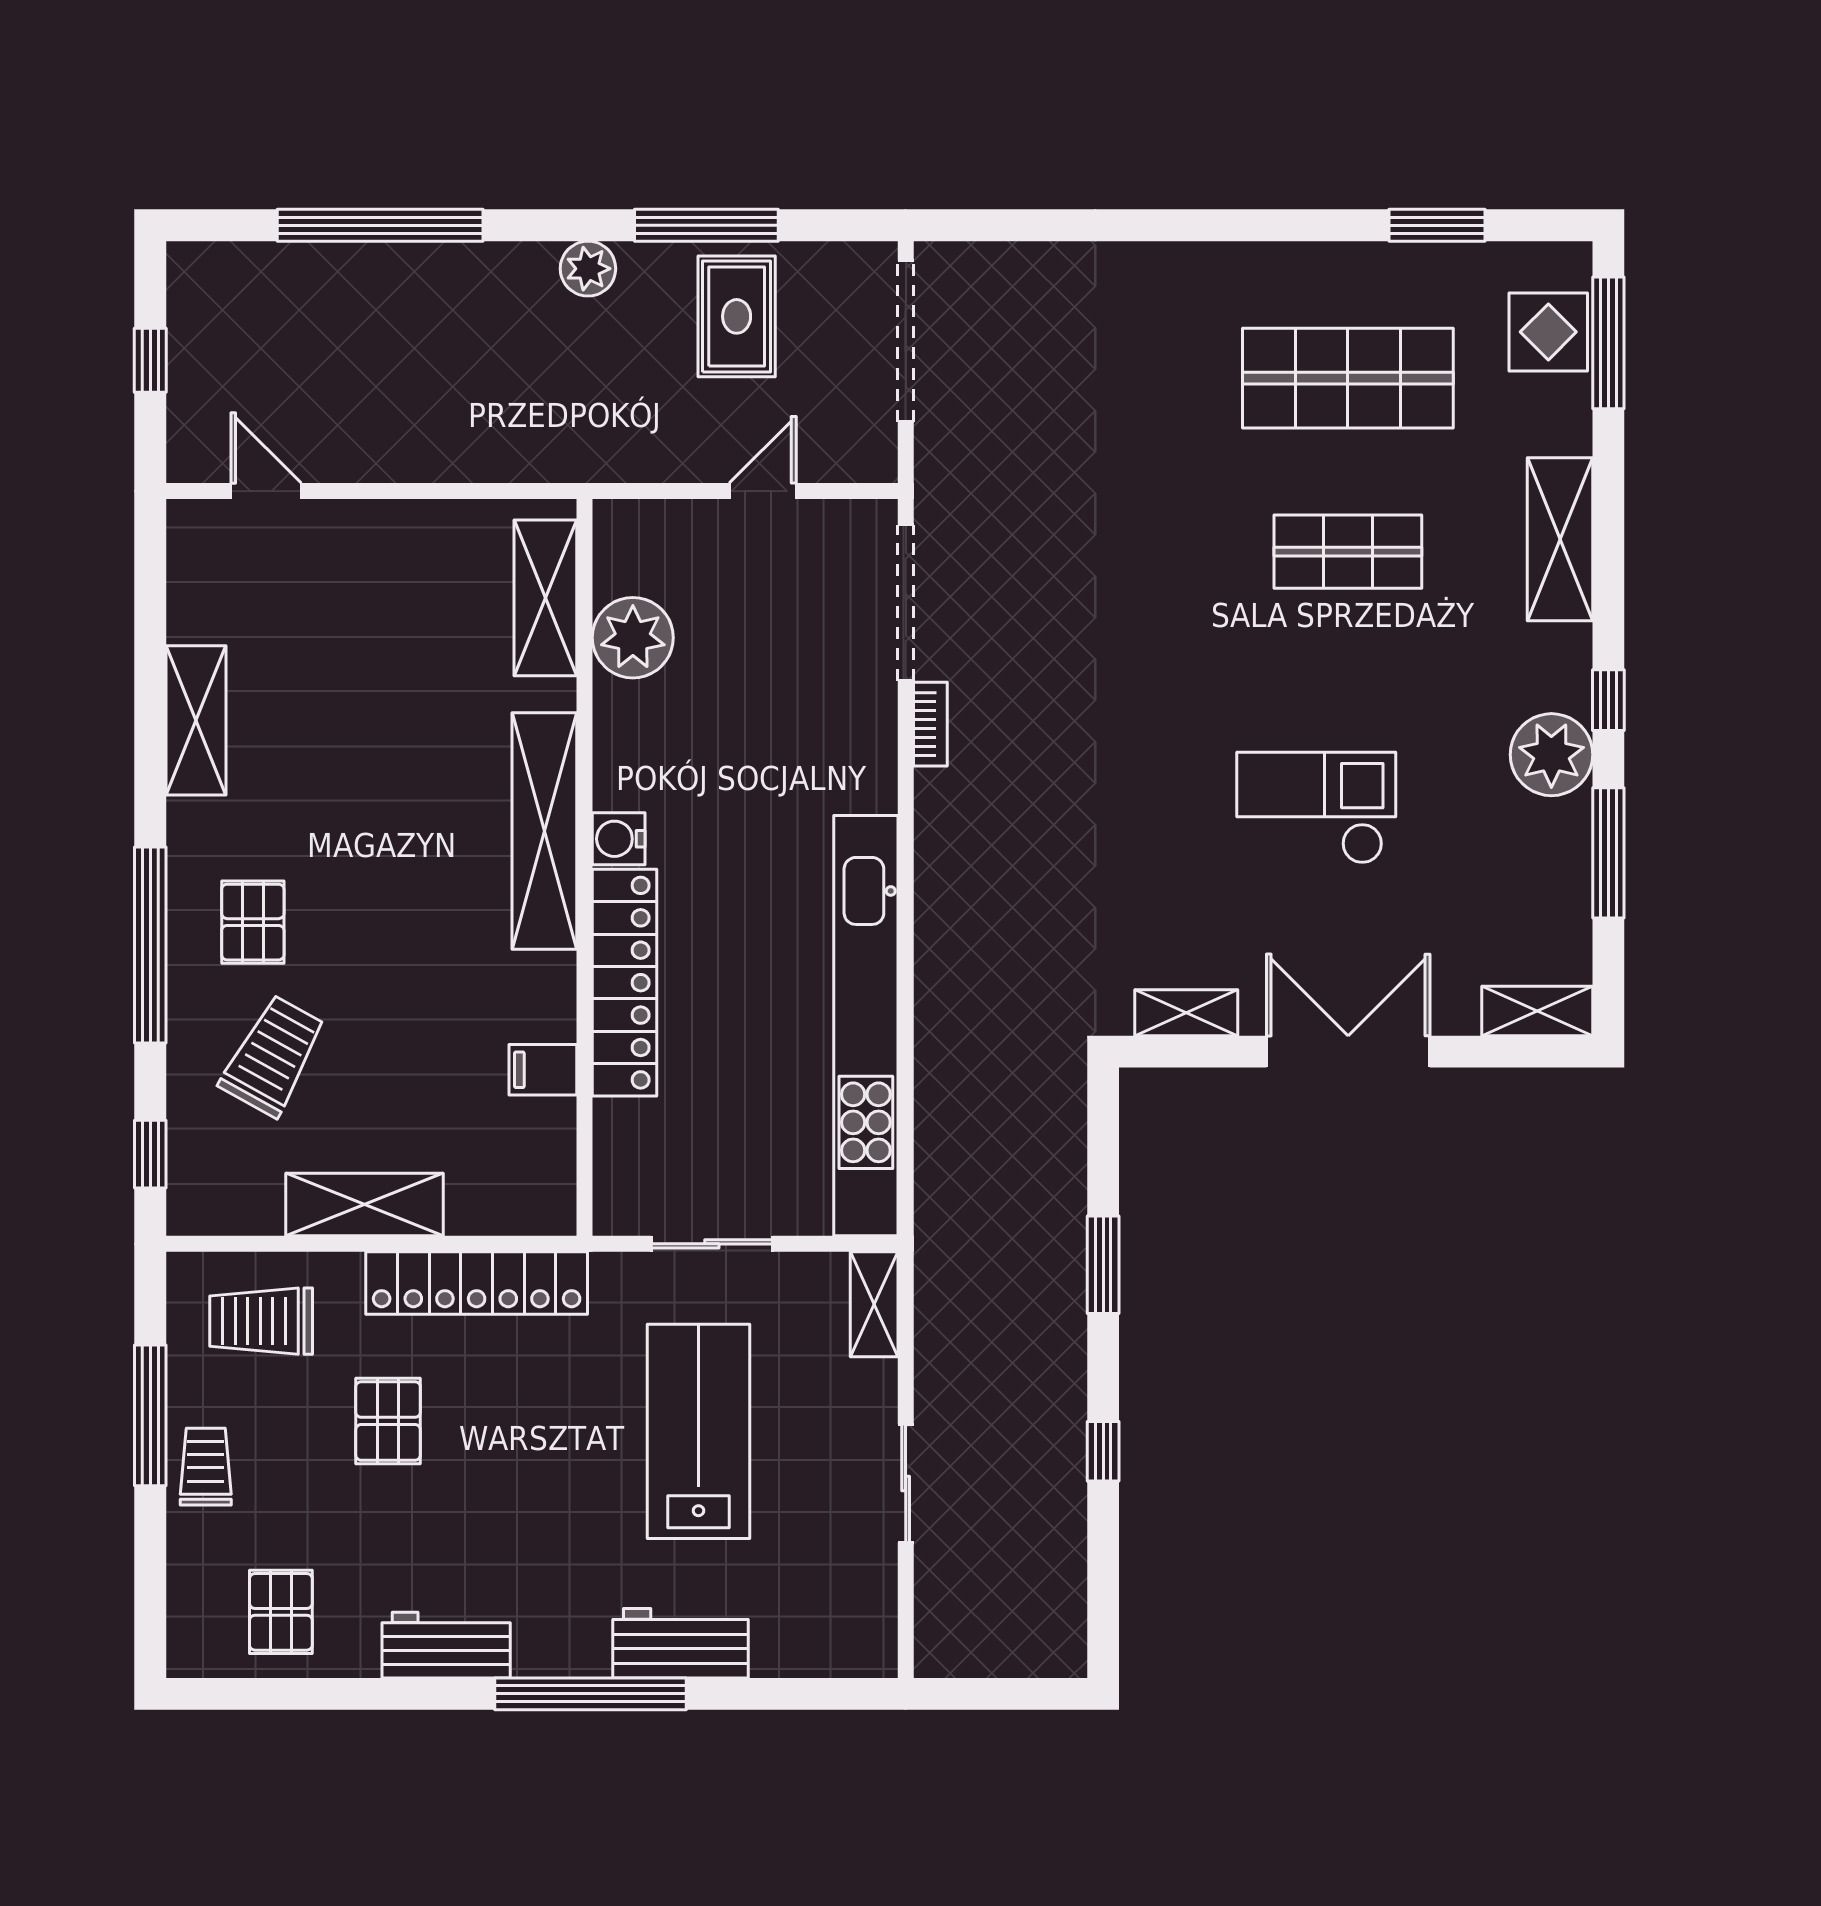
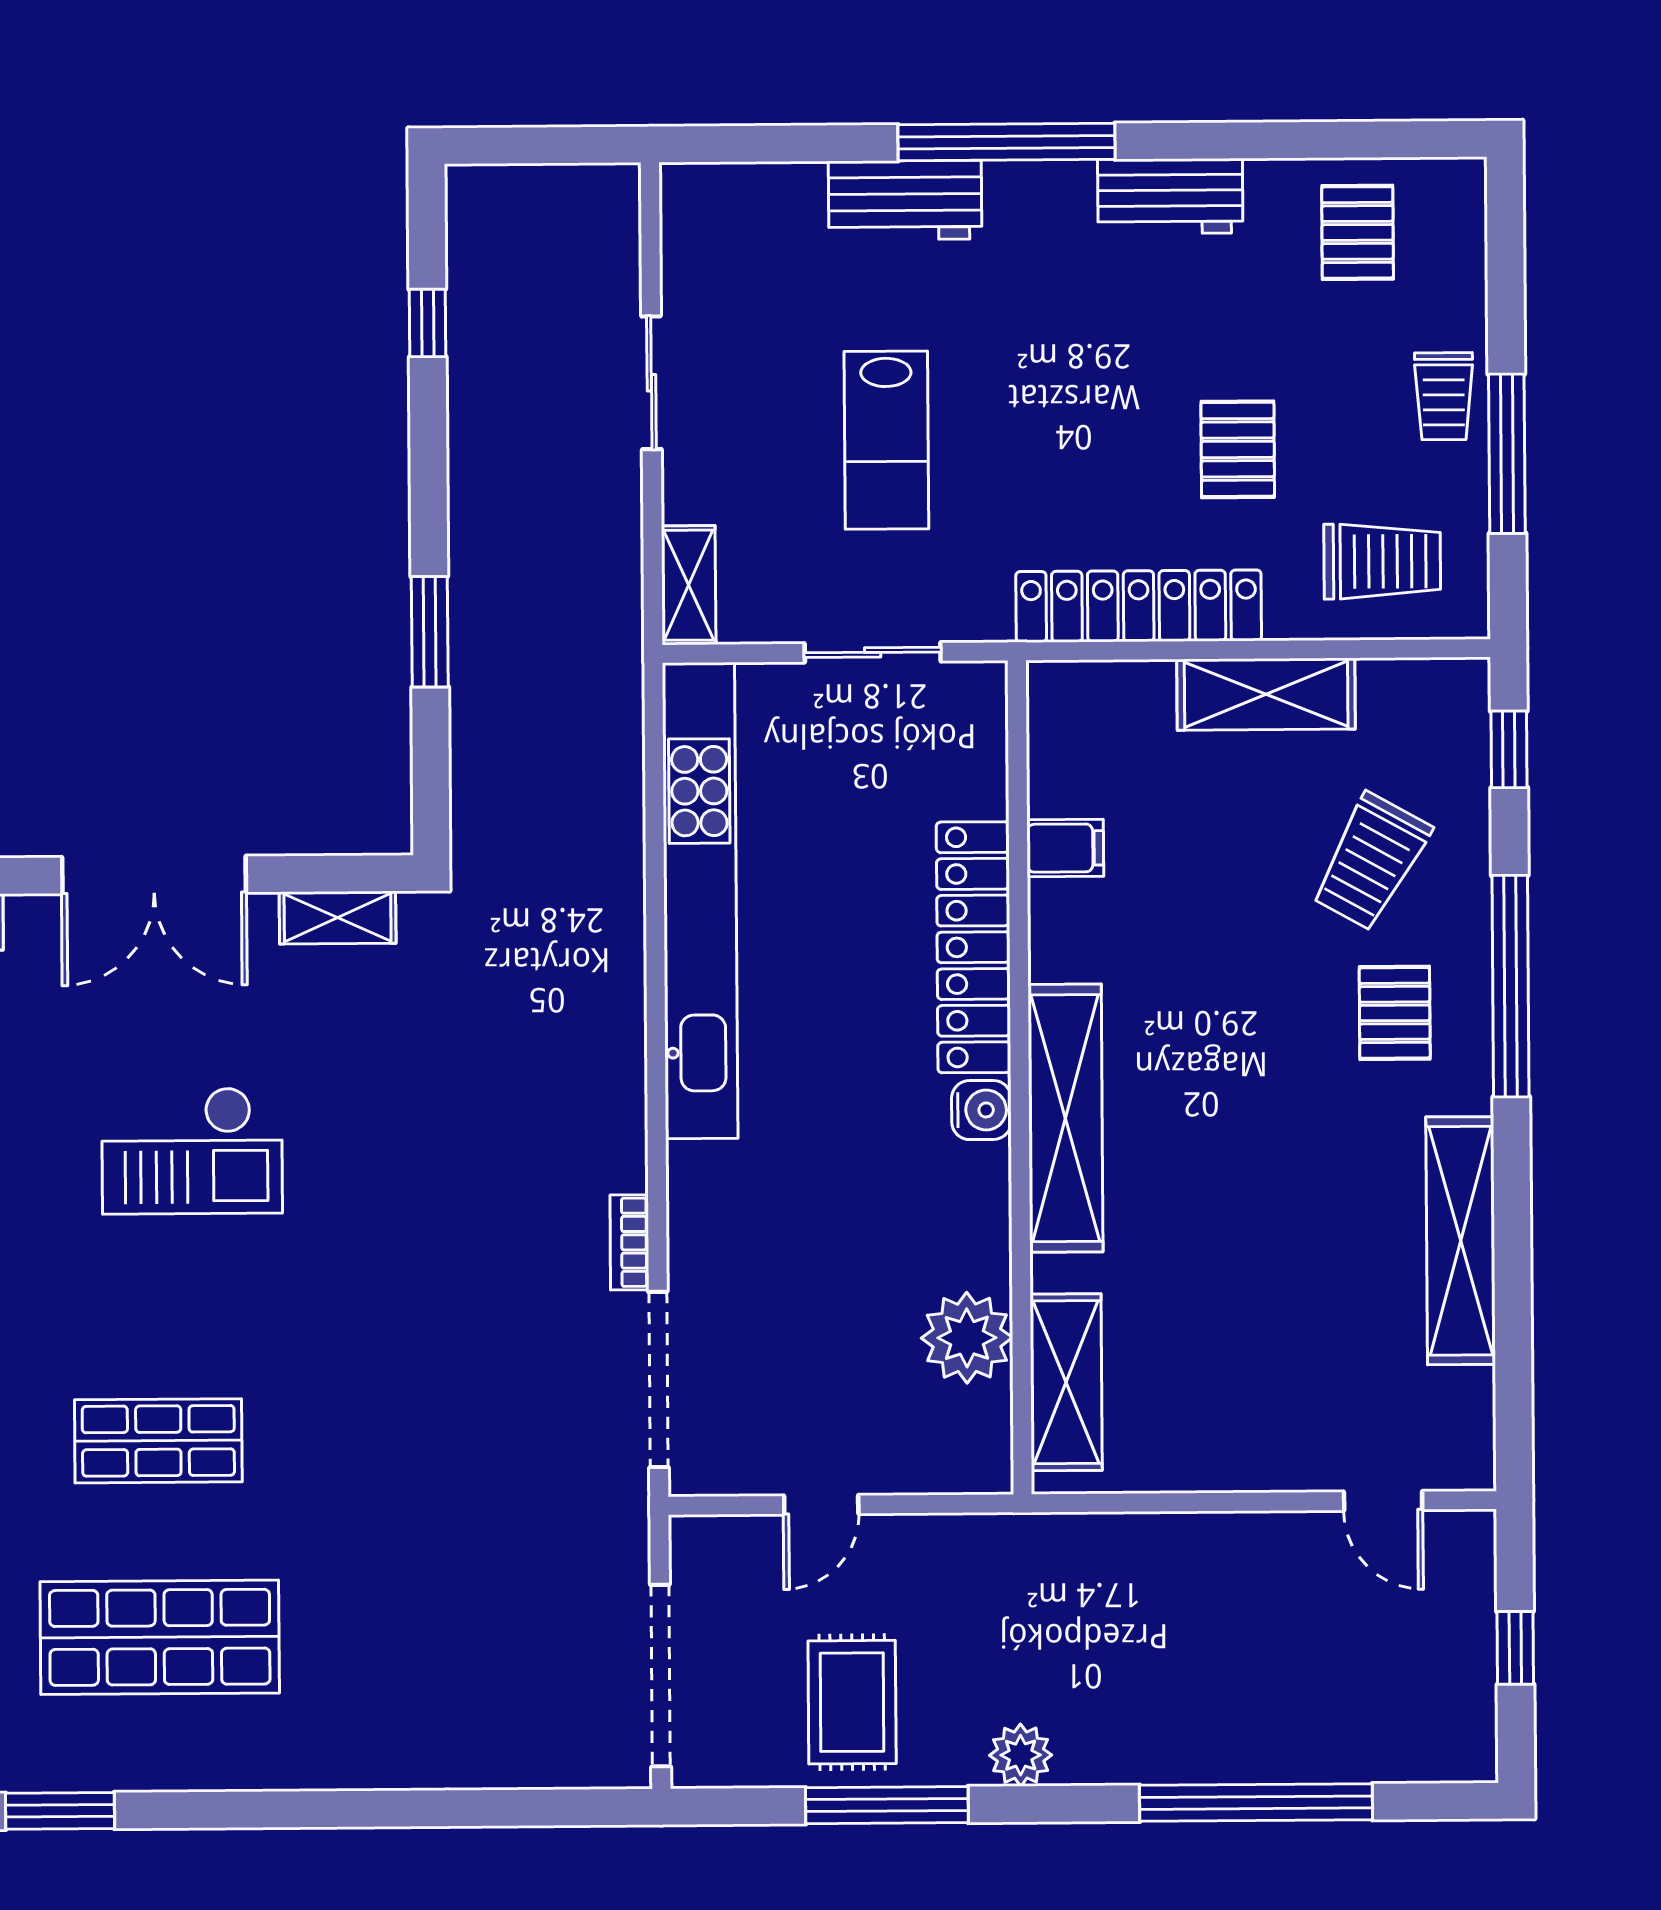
shelving: (196, 720) -> (1461, 1241), width x1.47
lab bench: (698, 1431) -> (886, 440), width x0.73, depth x0.72
window: (1103, 1451) -> (428, 323), moved

